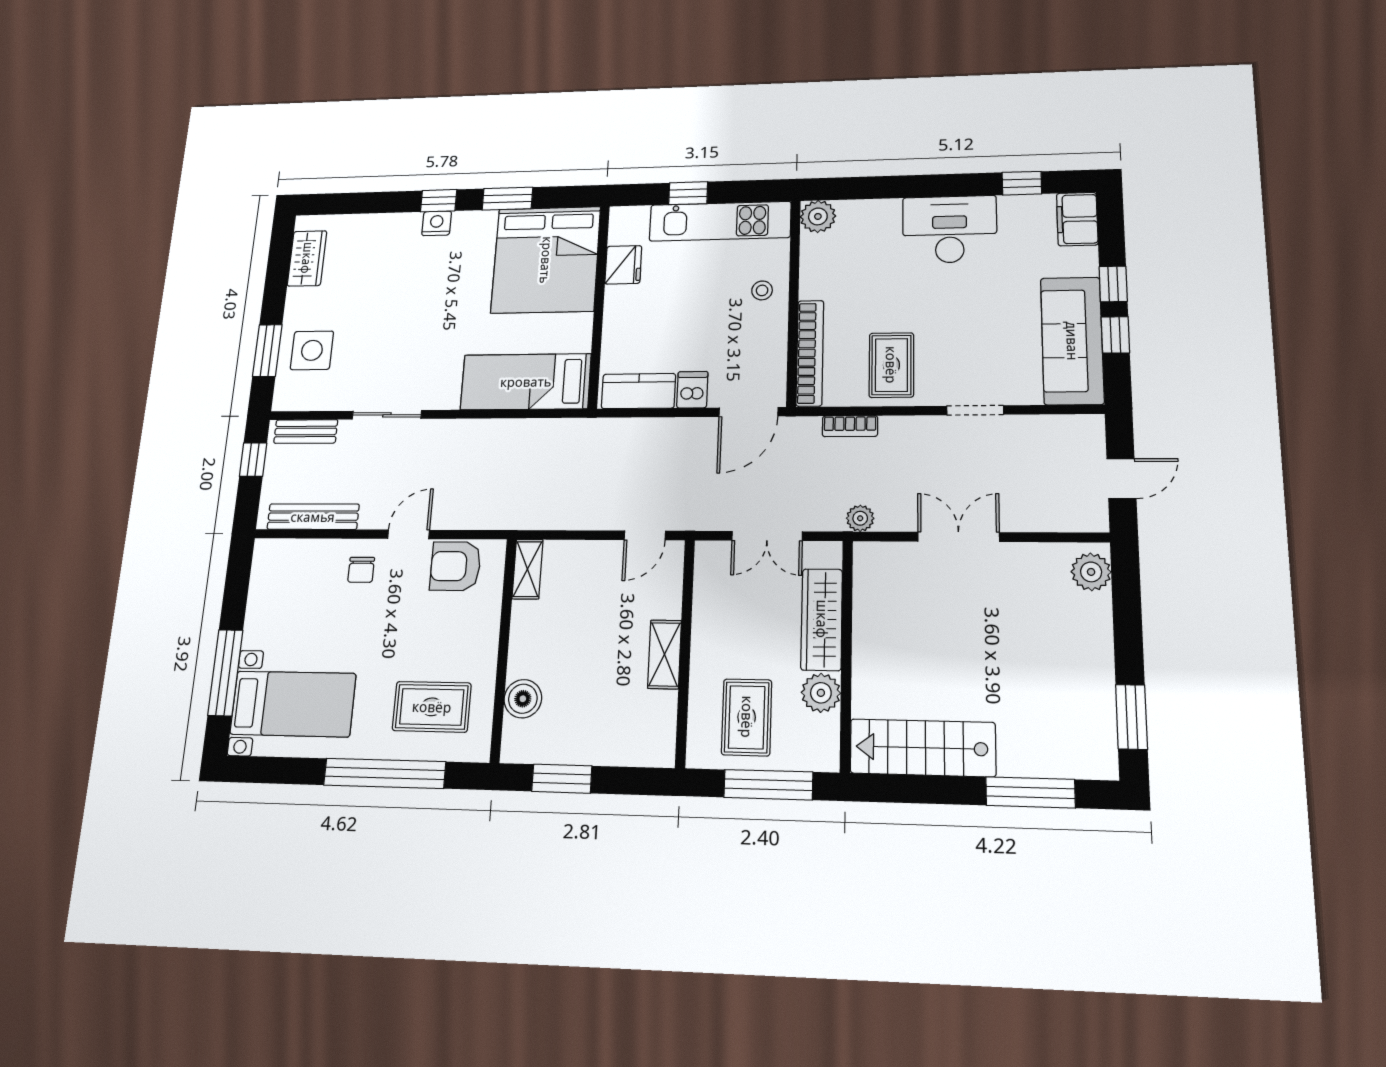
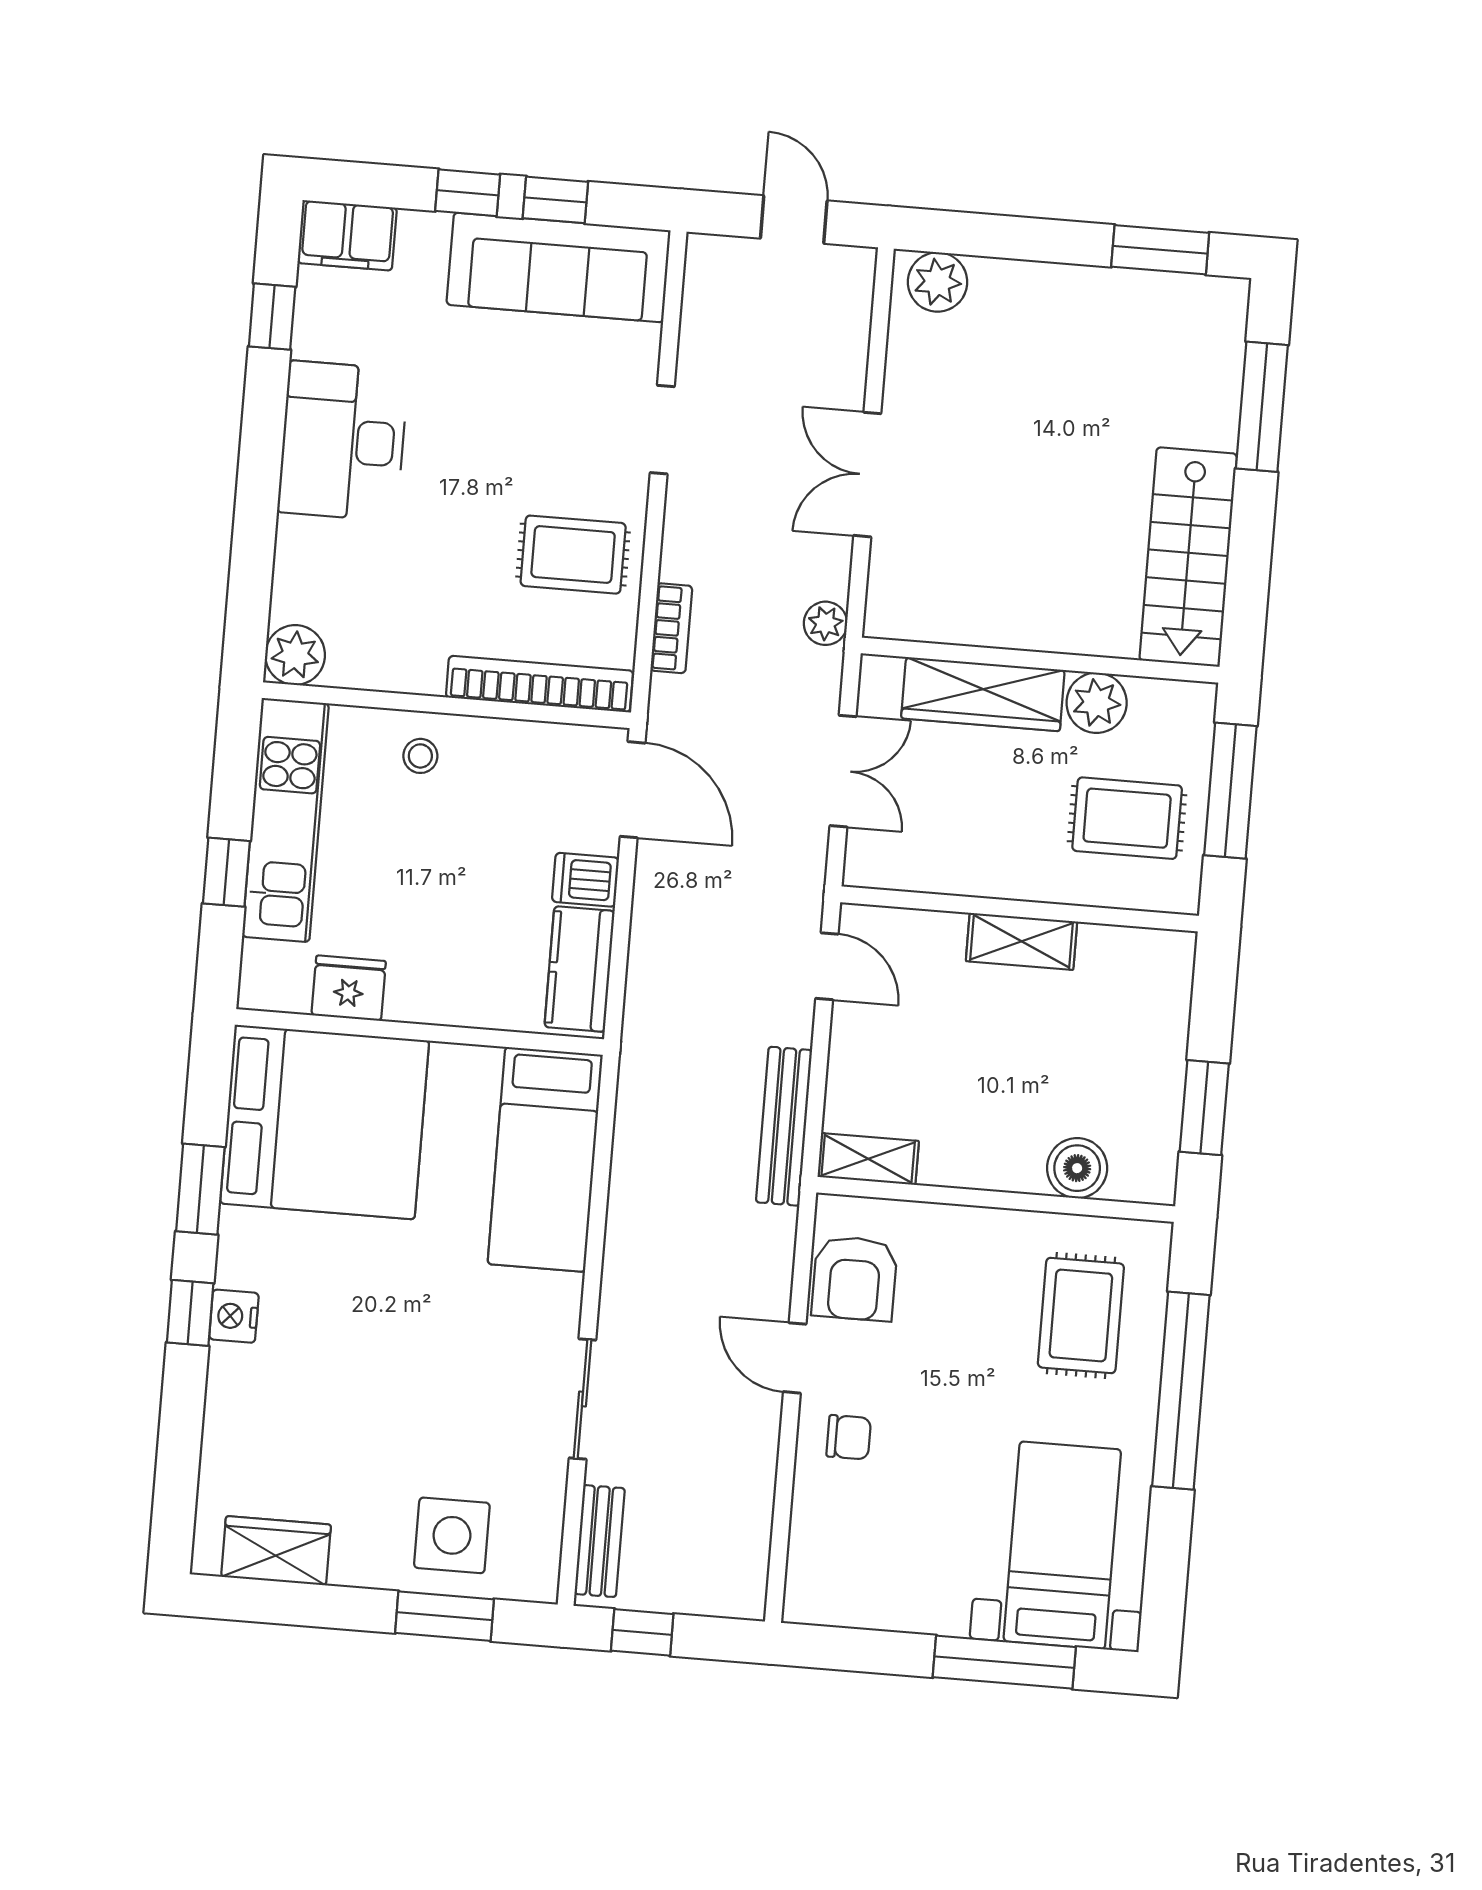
bench: (313, 517) -> (784, 1126), moved

